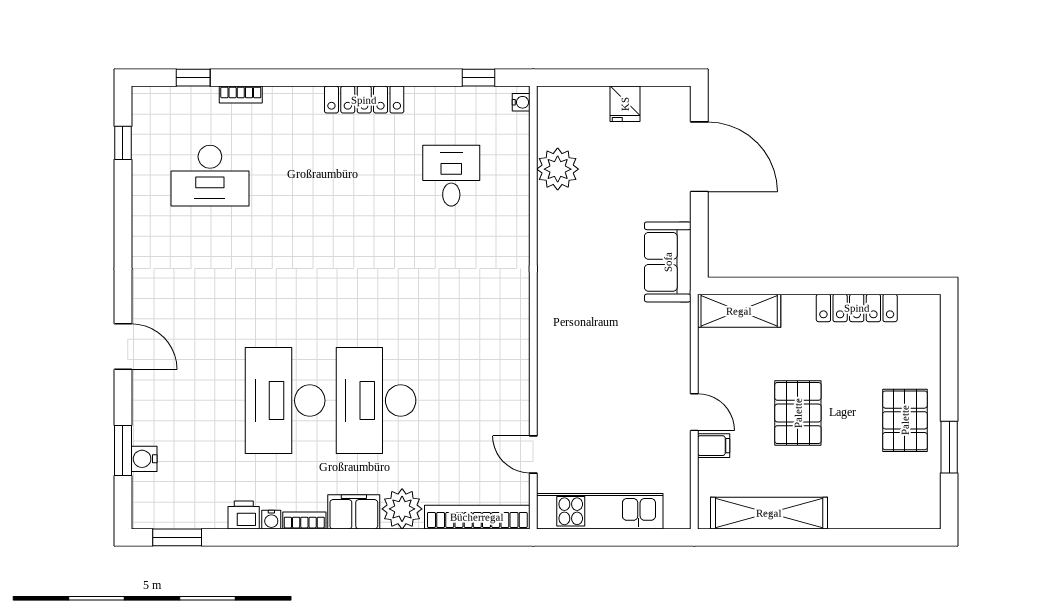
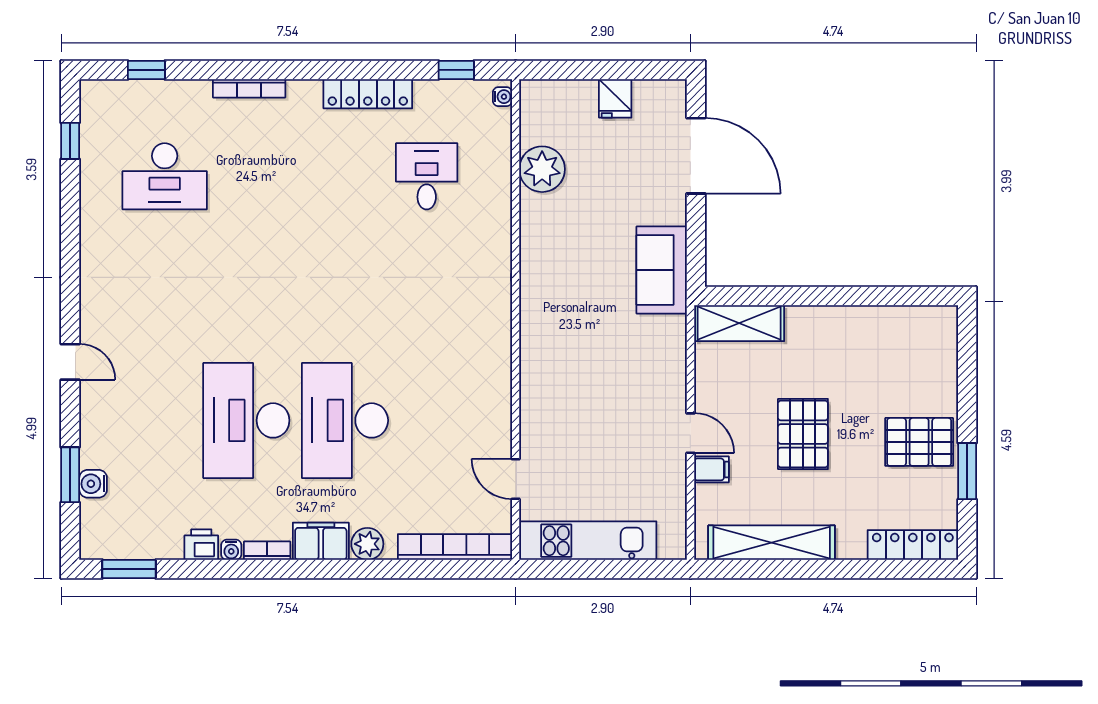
bookcase: (241, 95) -> (249, 88), moved, width x1.56
locker: (364, 100) -> (368, 94), moved
locker: (857, 308) -> (913, 545), moved, turned 180
door: (123, 347) -> (70, 362), width x0.73
pallet: (905, 420) -> (919, 442), turned 90
plant: (402, 509) -> (367, 544), width x0.73, depth x0.73

